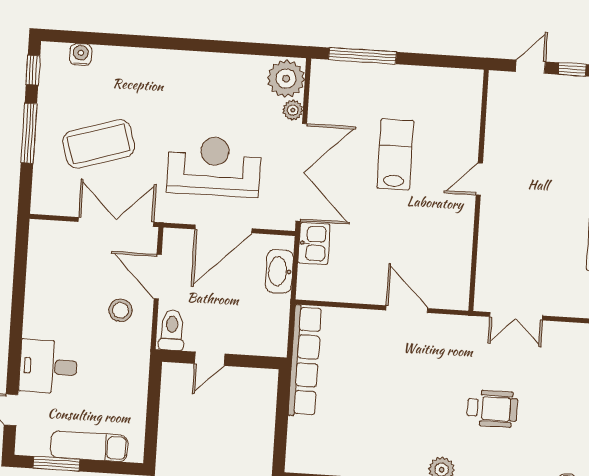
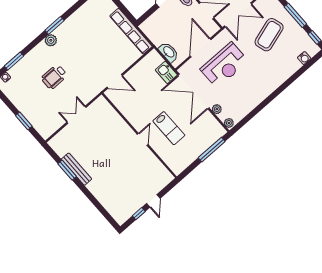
plant: (286, 79) -> (229, 123), width x0.53, depth x0.53
door: (479, 179) -> (143, 139), moved
wall: (479, 190) -> (139, 135), moved

